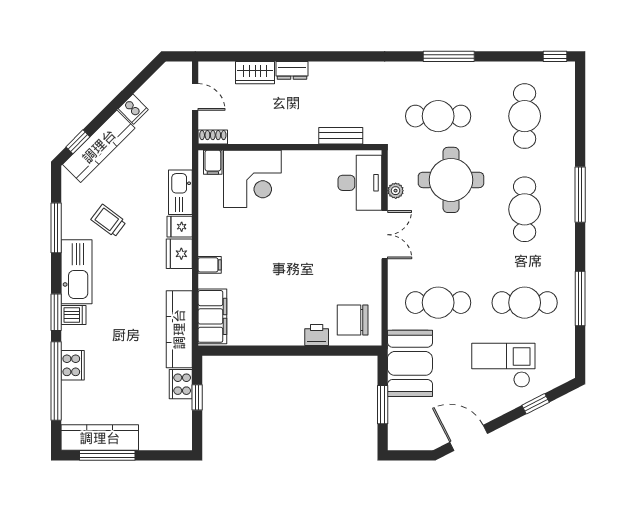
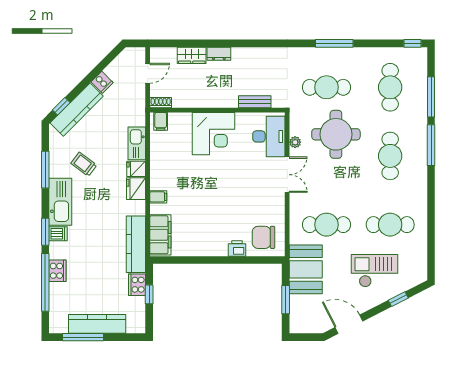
door: (195, 97) -> (148, 73), hinge flipped
corner desk: (252, 179) -> (214, 134), moved
window: (580, 298) -> (431, 97), moved
kitchen counter: (100, 438) -> (97, 324), moved

